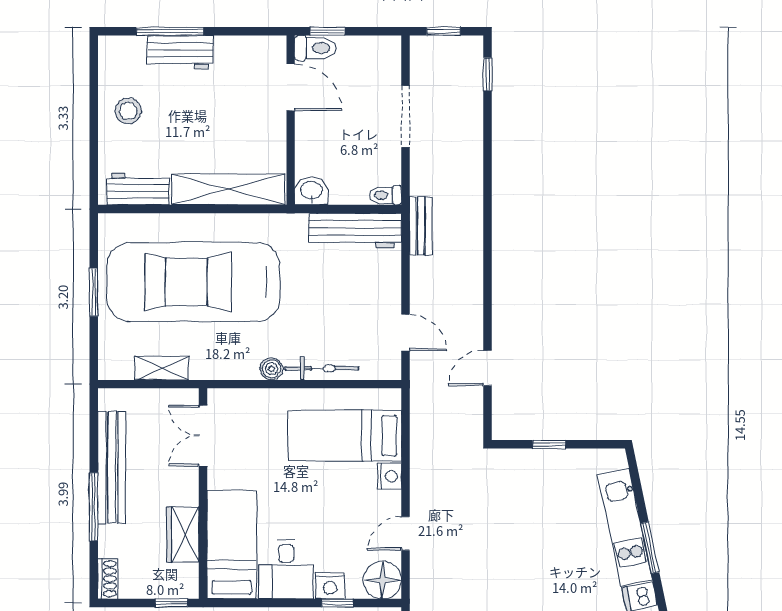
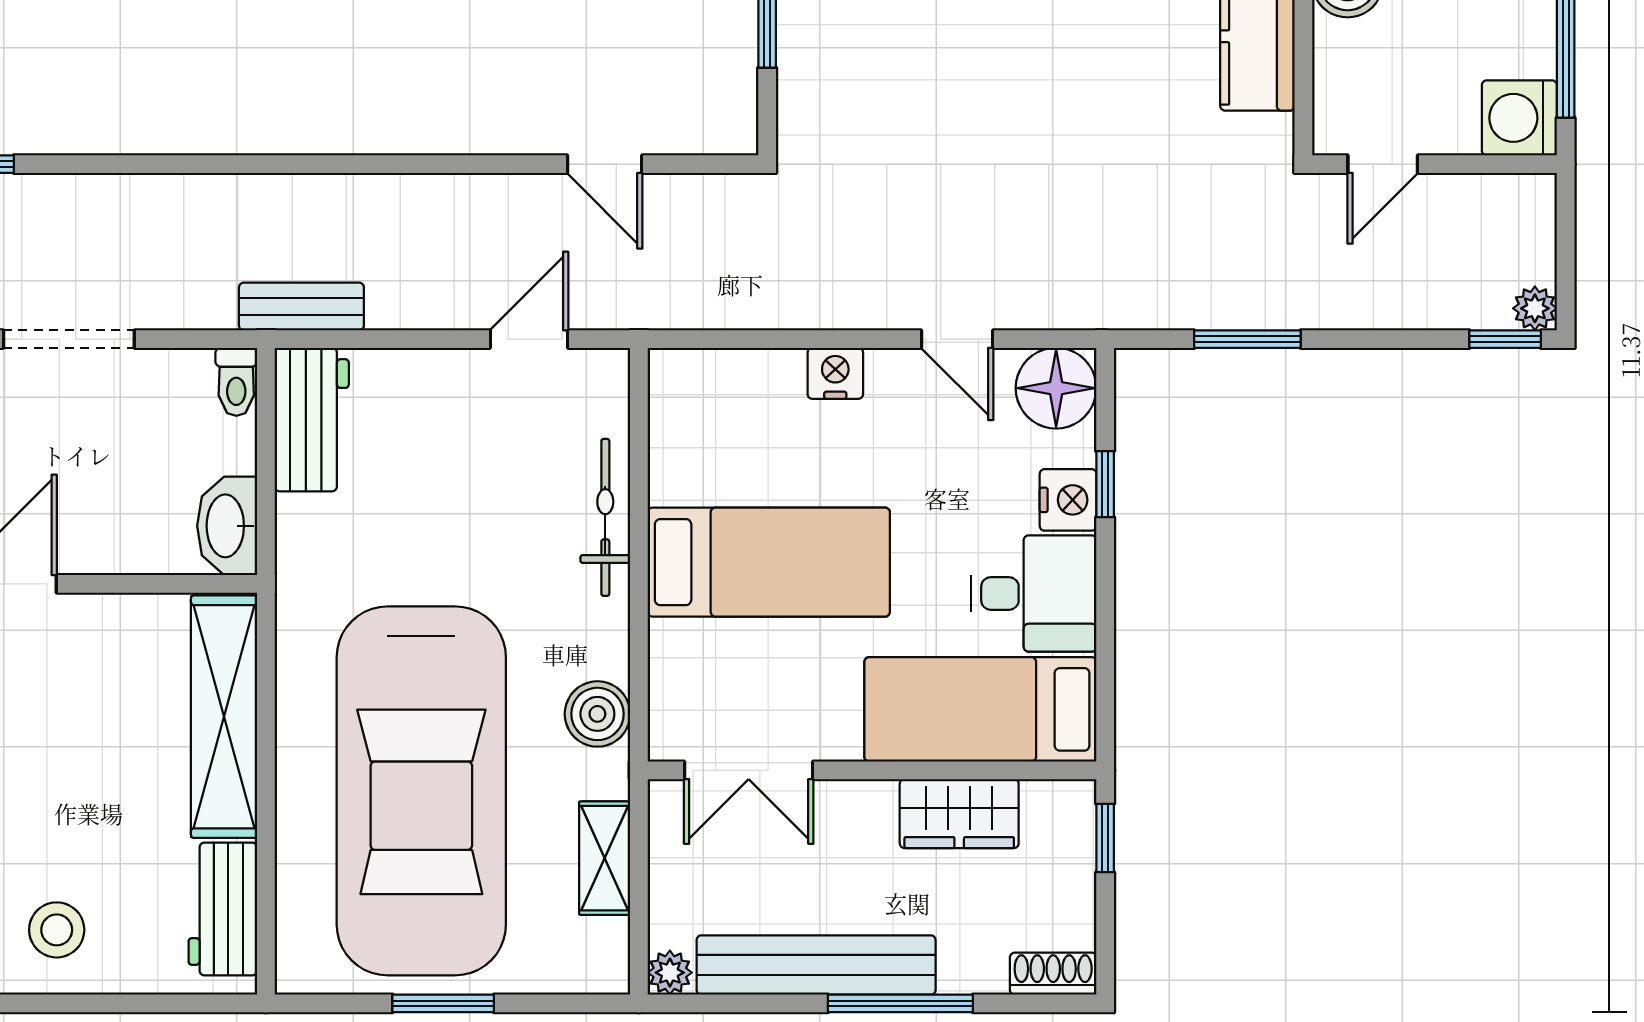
washbasin: (311, 191) -> (227, 526), width x1.38
workbench: (355, 231) -> (312, 420), width x0.73
boiler: (272, 369) -> (597, 714), moved, width x1.36, depth x1.36
plant: (108, 399) -> (670, 973), added
bed: (345, 436) -> (769, 562), moved, turned -90

